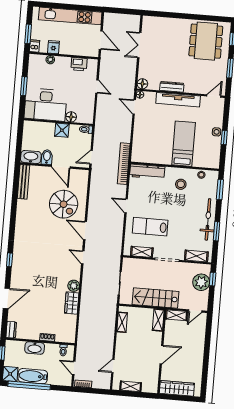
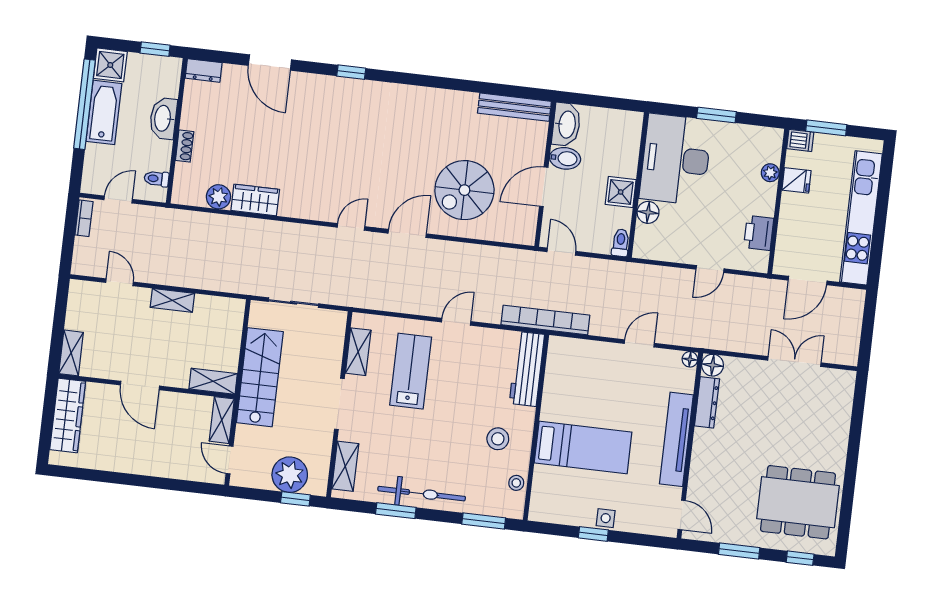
dresser: (172, 87) -> (707, 402), moved
door: (134, 107) -> (639, 343), moved
plant: (74, 286) -> (218, 197), moved
shelving: (122, 322) -> (172, 300), moved
shelving: (131, 386) -> (71, 353), moved

